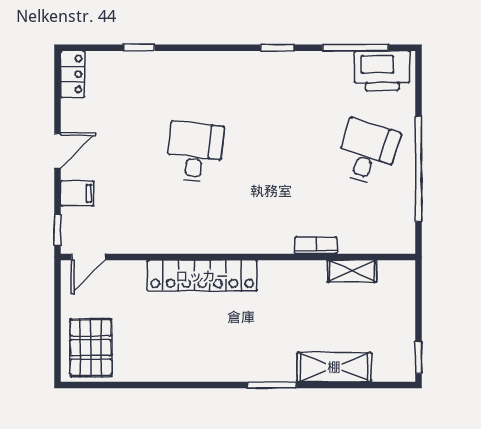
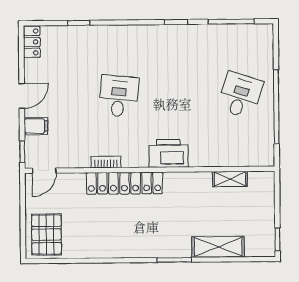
printer: (382, 71) -> (169, 153), moved, turned 180
bookcase: (316, 245) -> (106, 162), moved

